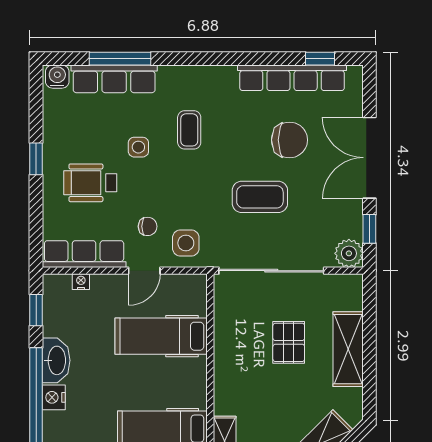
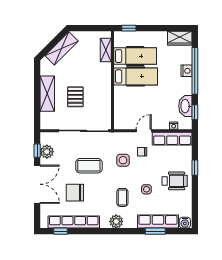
window: (120, 59) -> (155, 231), width x0.69
plant: (202, 79) -> (116, 221), added
window: (36, 159) -> (195, 168), moved
wheelchair: (90, 183) -> (175, 181), moved
side table: (186, 243) -> (123, 160), moved
plant: (349, 253) -> (47, 152), moved
hospital bed: (161, 336) -> (136, 76), moved
washbasin: (56, 360) -> (185, 106), moved

